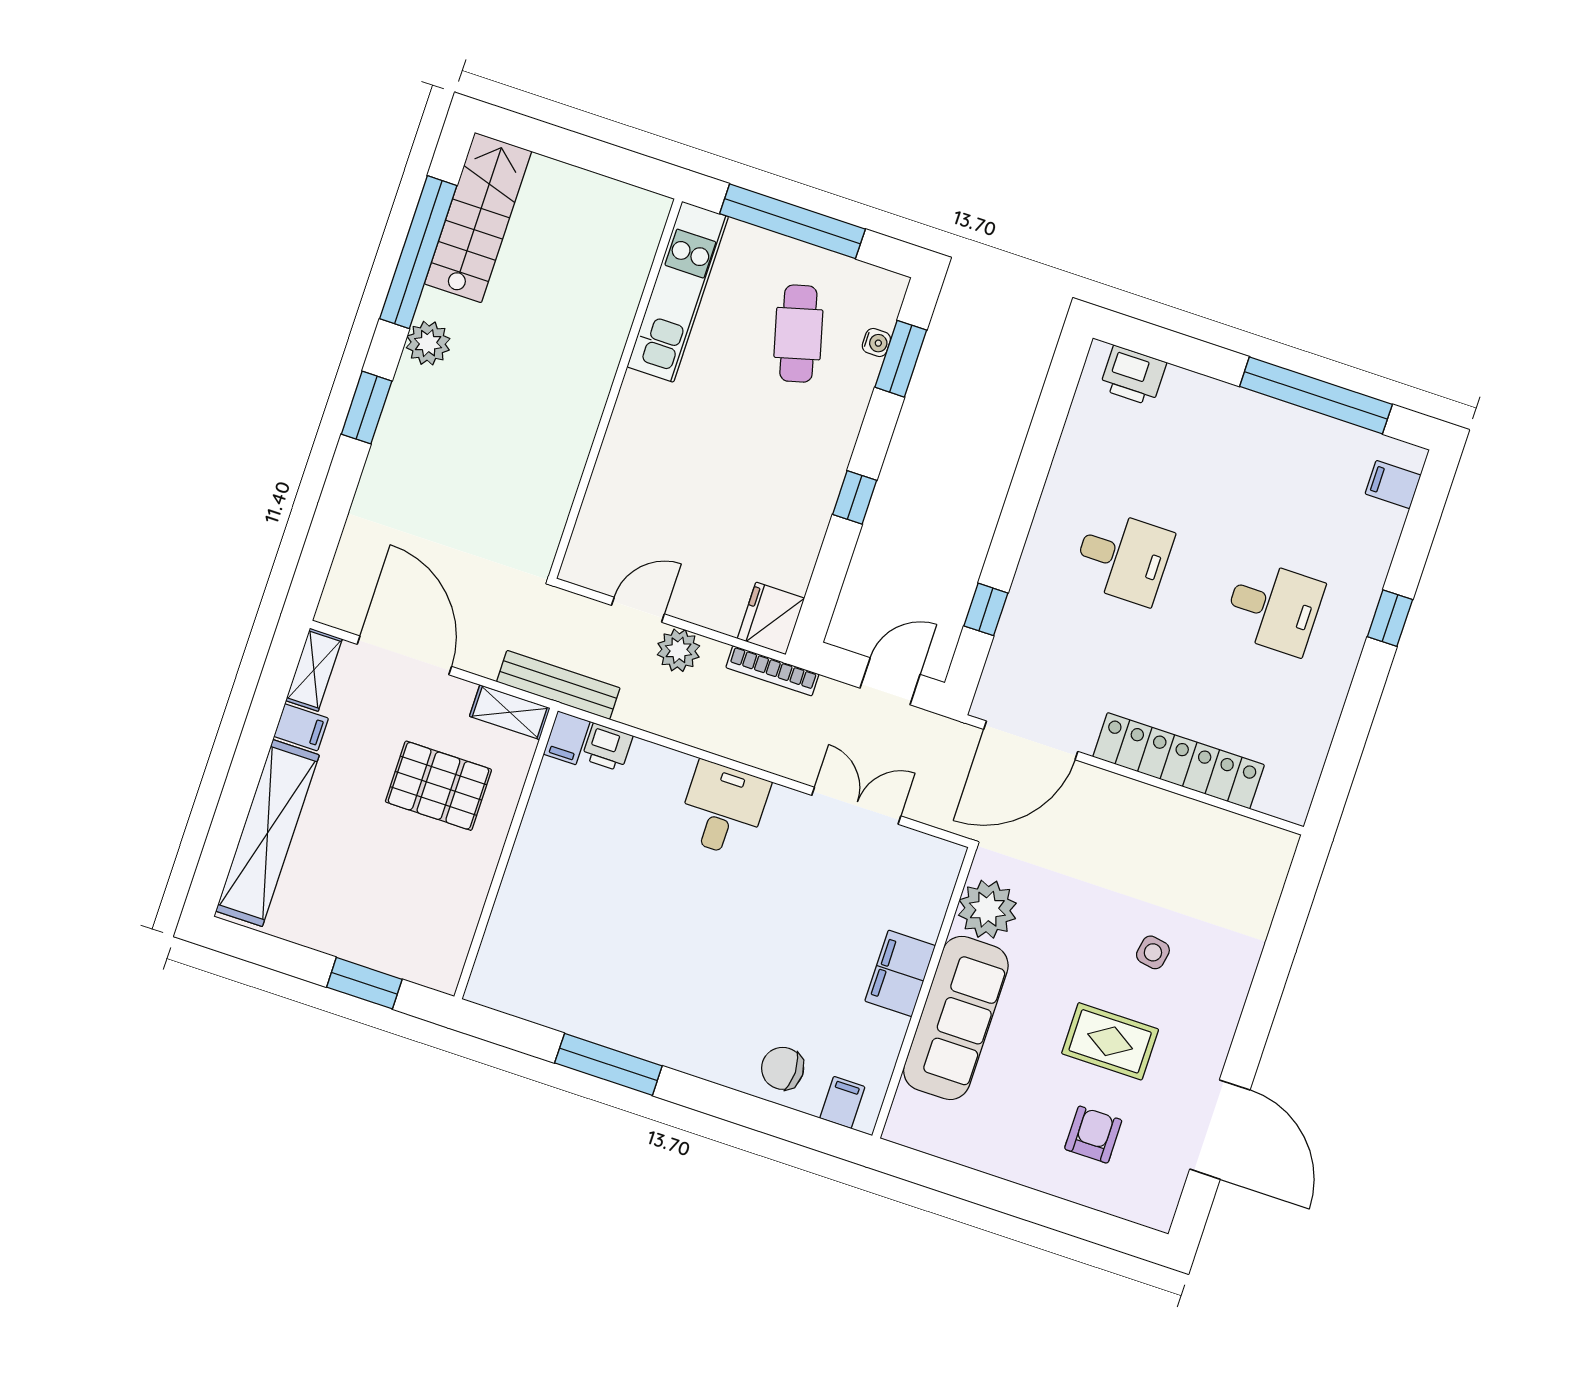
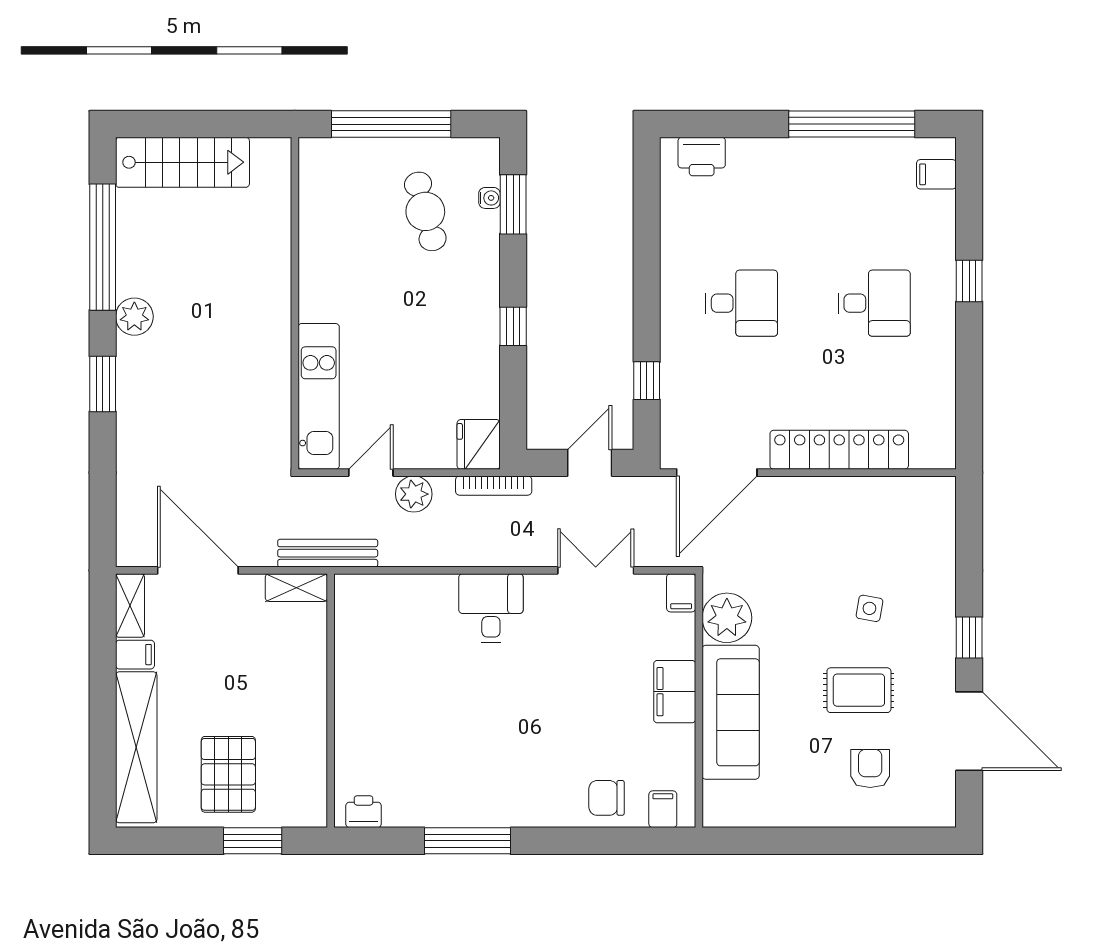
stairs: (478, 217) -> (182, 162), moved, turned 90
kitchen unit: (678, 292) -> (319, 396), moved
filing cabinet: (567, 738) -> (681, 593), moved
printer: (607, 747) -> (364, 812), moved, turned 180
pallet: (438, 786) -> (228, 774), moved, turned 90
window: (1255, 1023) -> (969, 638), added

